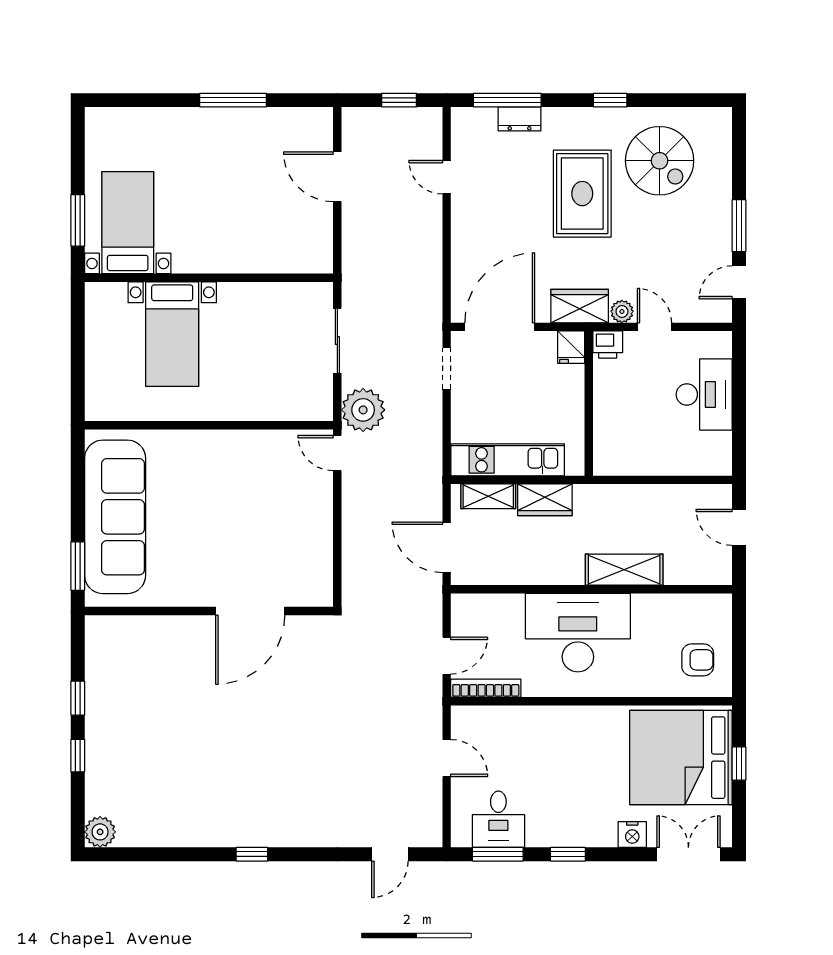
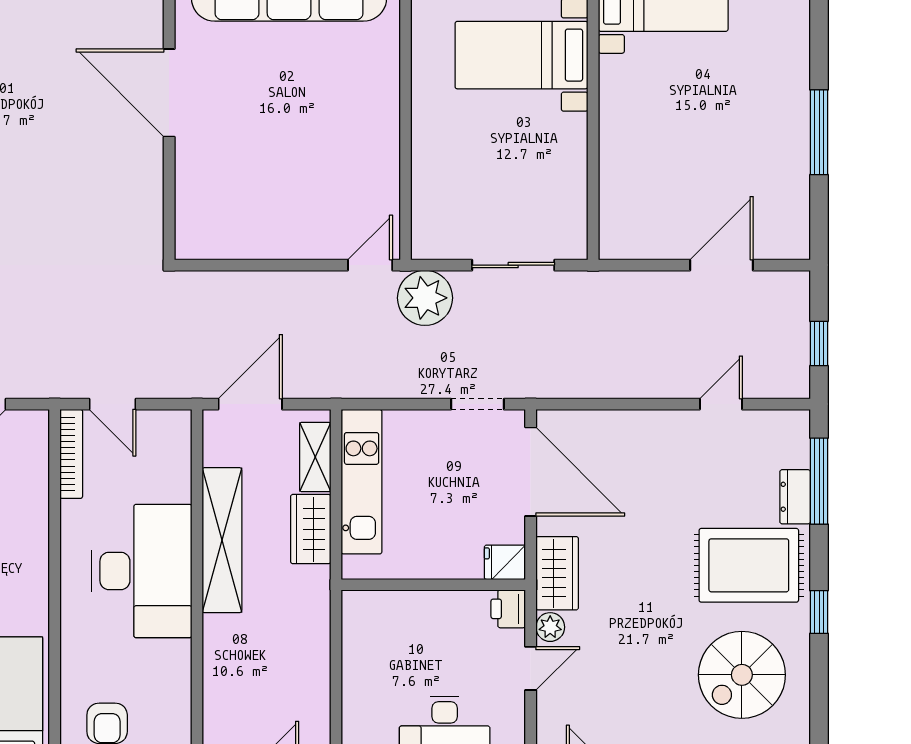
rug: (582, 194) -> (749, 565), moved
shelving: (624, 570) -> (222, 540), moved, width x1.47
door: (250, 611) -> (169, 93), moved

